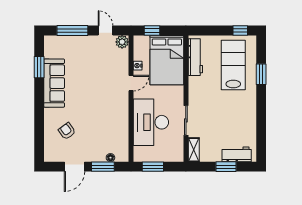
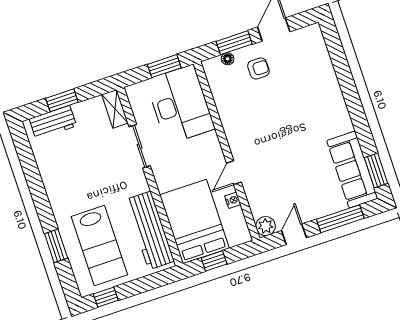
door: (106, 31) -> (294, 234), swing flipped
window: (152, 31) -> (214, 261), moved
workbench: (195, 57) -> (150, 230), width x1.36, depth x1.32
window: (39, 67) -> (376, 171), moved
sofa: (54, 83) -> (352, 170), moved
desk: (151, 122) -> (180, 104), moved
armchair: (67, 131) -> (258, 68), moved, turned -54

